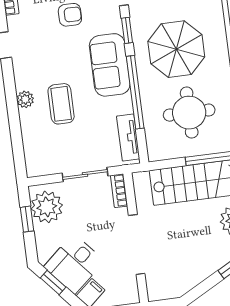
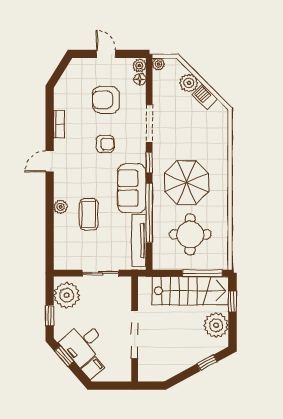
tv unit: (128, 137) -> (139, 241), width x1.41
bookcase: (119, 191) -> (126, 290), removed
window: (27, 219) -> (50, 316), moved

